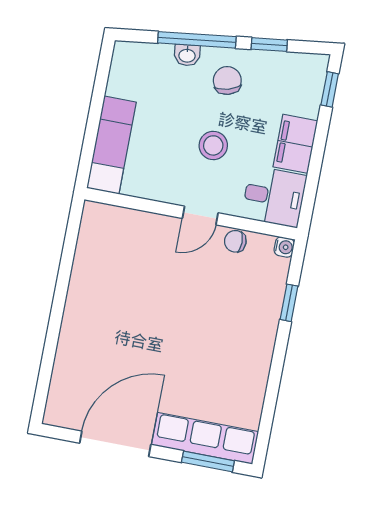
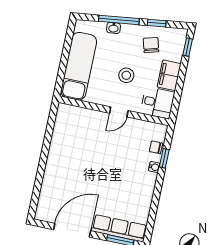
chair: (227, 80) -> (151, 45), moved
exam couch: (111, 145) -> (79, 66), width x1.36, depth x1.45
chair: (235, 241) -> (156, 147), moved
water cooler: (284, 247) -> (154, 167), moved

